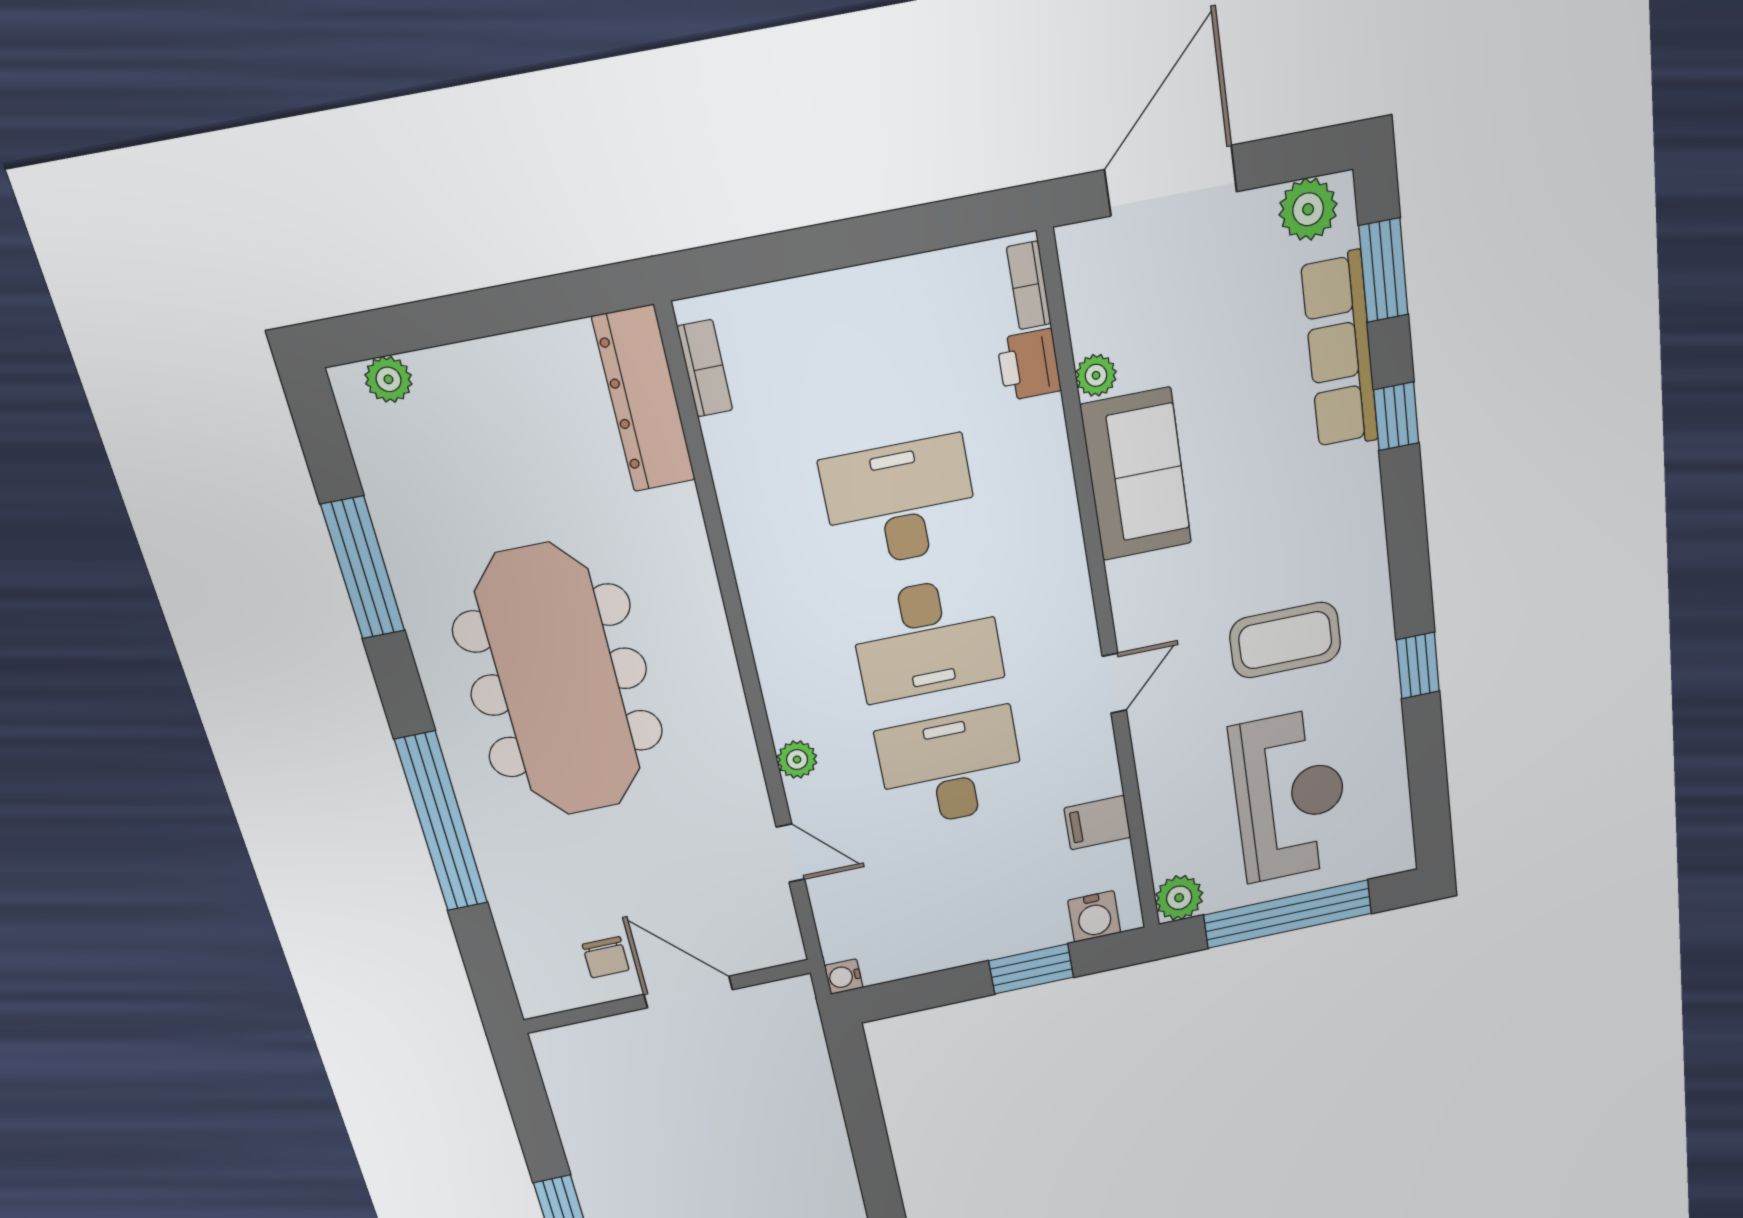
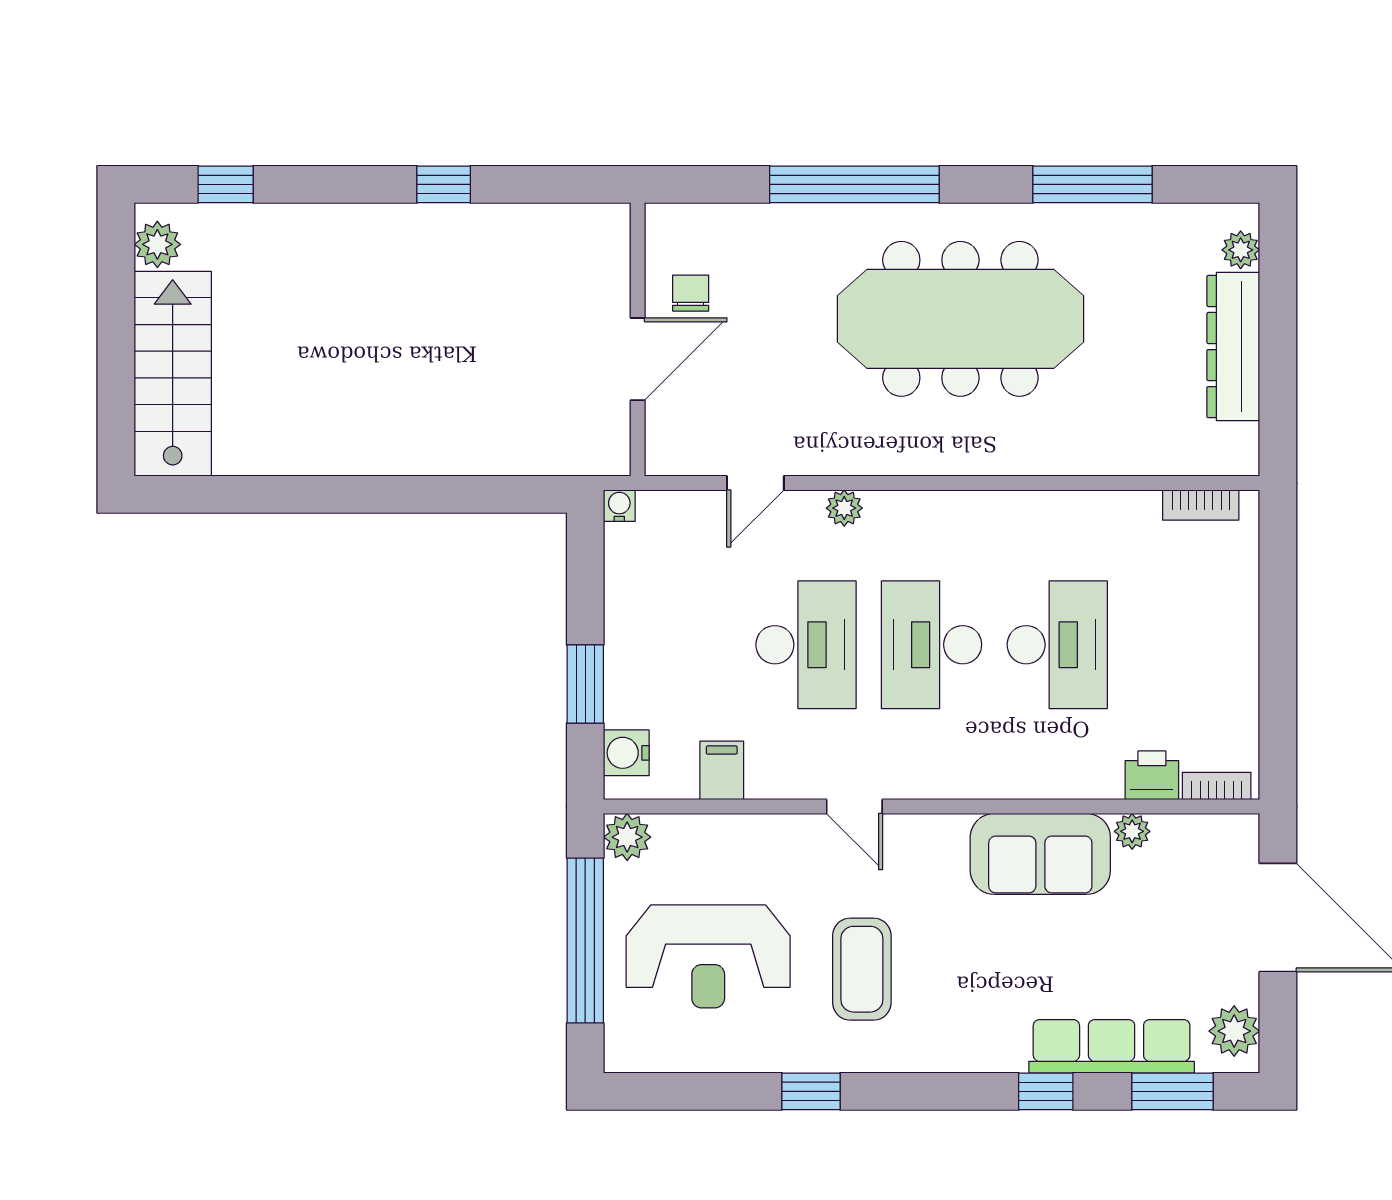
dresser: (644, 399) -> (1233, 347), moved, turned -90
chair: (606, 957) -> (691, 293), turned 90

